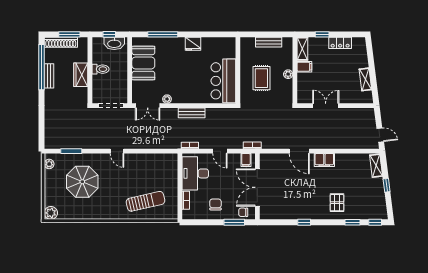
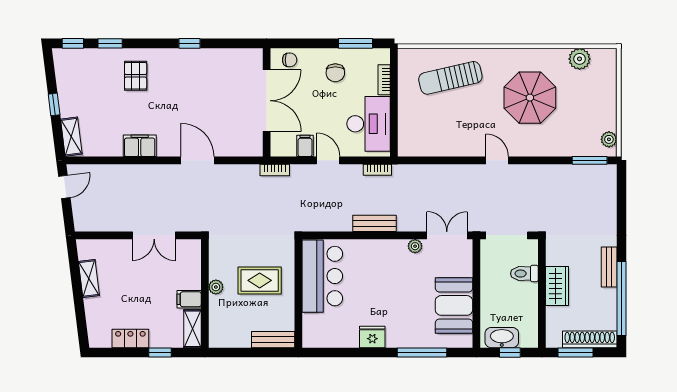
bench: (269, 42) -> (273, 340), moved
toilet: (101, 69) -> (524, 274), moved
bench: (49, 76) -> (609, 267), moved
rug: (261, 78) -> (260, 280), turned 90
door: (380, 135) -> (64, 187), swing flipped
window: (71, 151) -> (590, 160), moved
filing cabinet: (246, 160) -> (305, 146), moved
filing cabinet: (324, 160) -> (140, 146), moved
parasol: (82, 182) -> (530, 98), moved
plant: (51, 213) -> (580, 59), moved
window: (234, 222) -> (356, 43), moved

